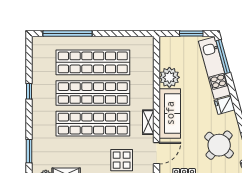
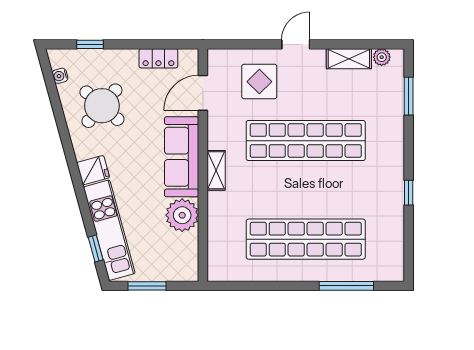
window: (68, 33) -> (346, 286), width x0.68
window: (223, 57) -> (96, 249), width x0.46
shop shelf: (93, 93) -> (306, 190), removed
shelving: (148, 122) -> (216, 170), moved

